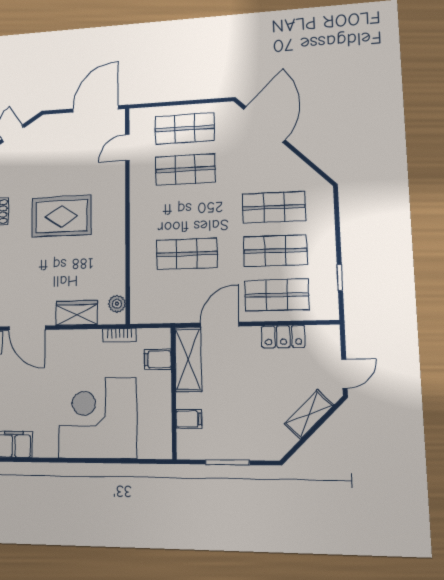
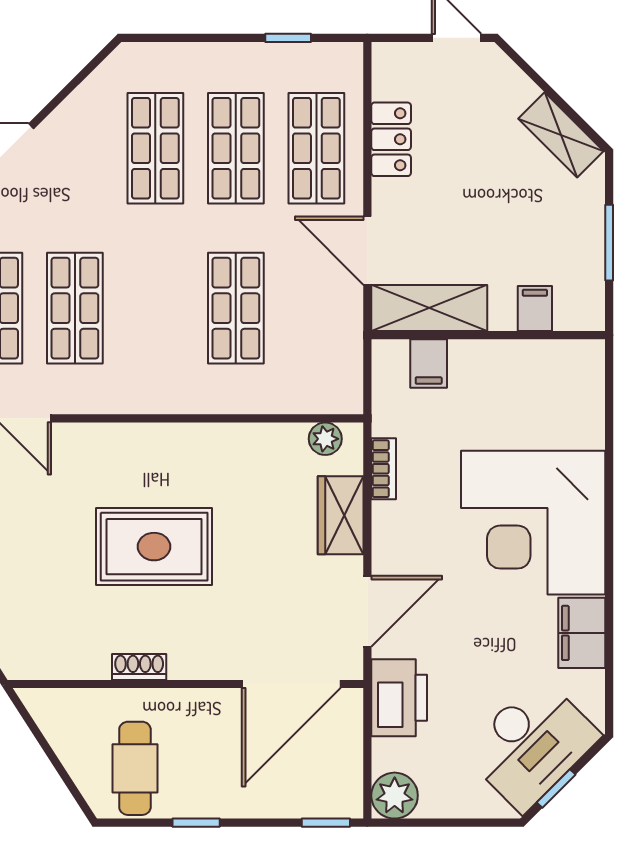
rug: (61, 216) -> (154, 547), turned 90
bookcase: (119, 335) -> (384, 469), moved
shelving: (309, 414) -> (561, 135), moved
corner desk: (98, 418) -> (533, 523), moved

